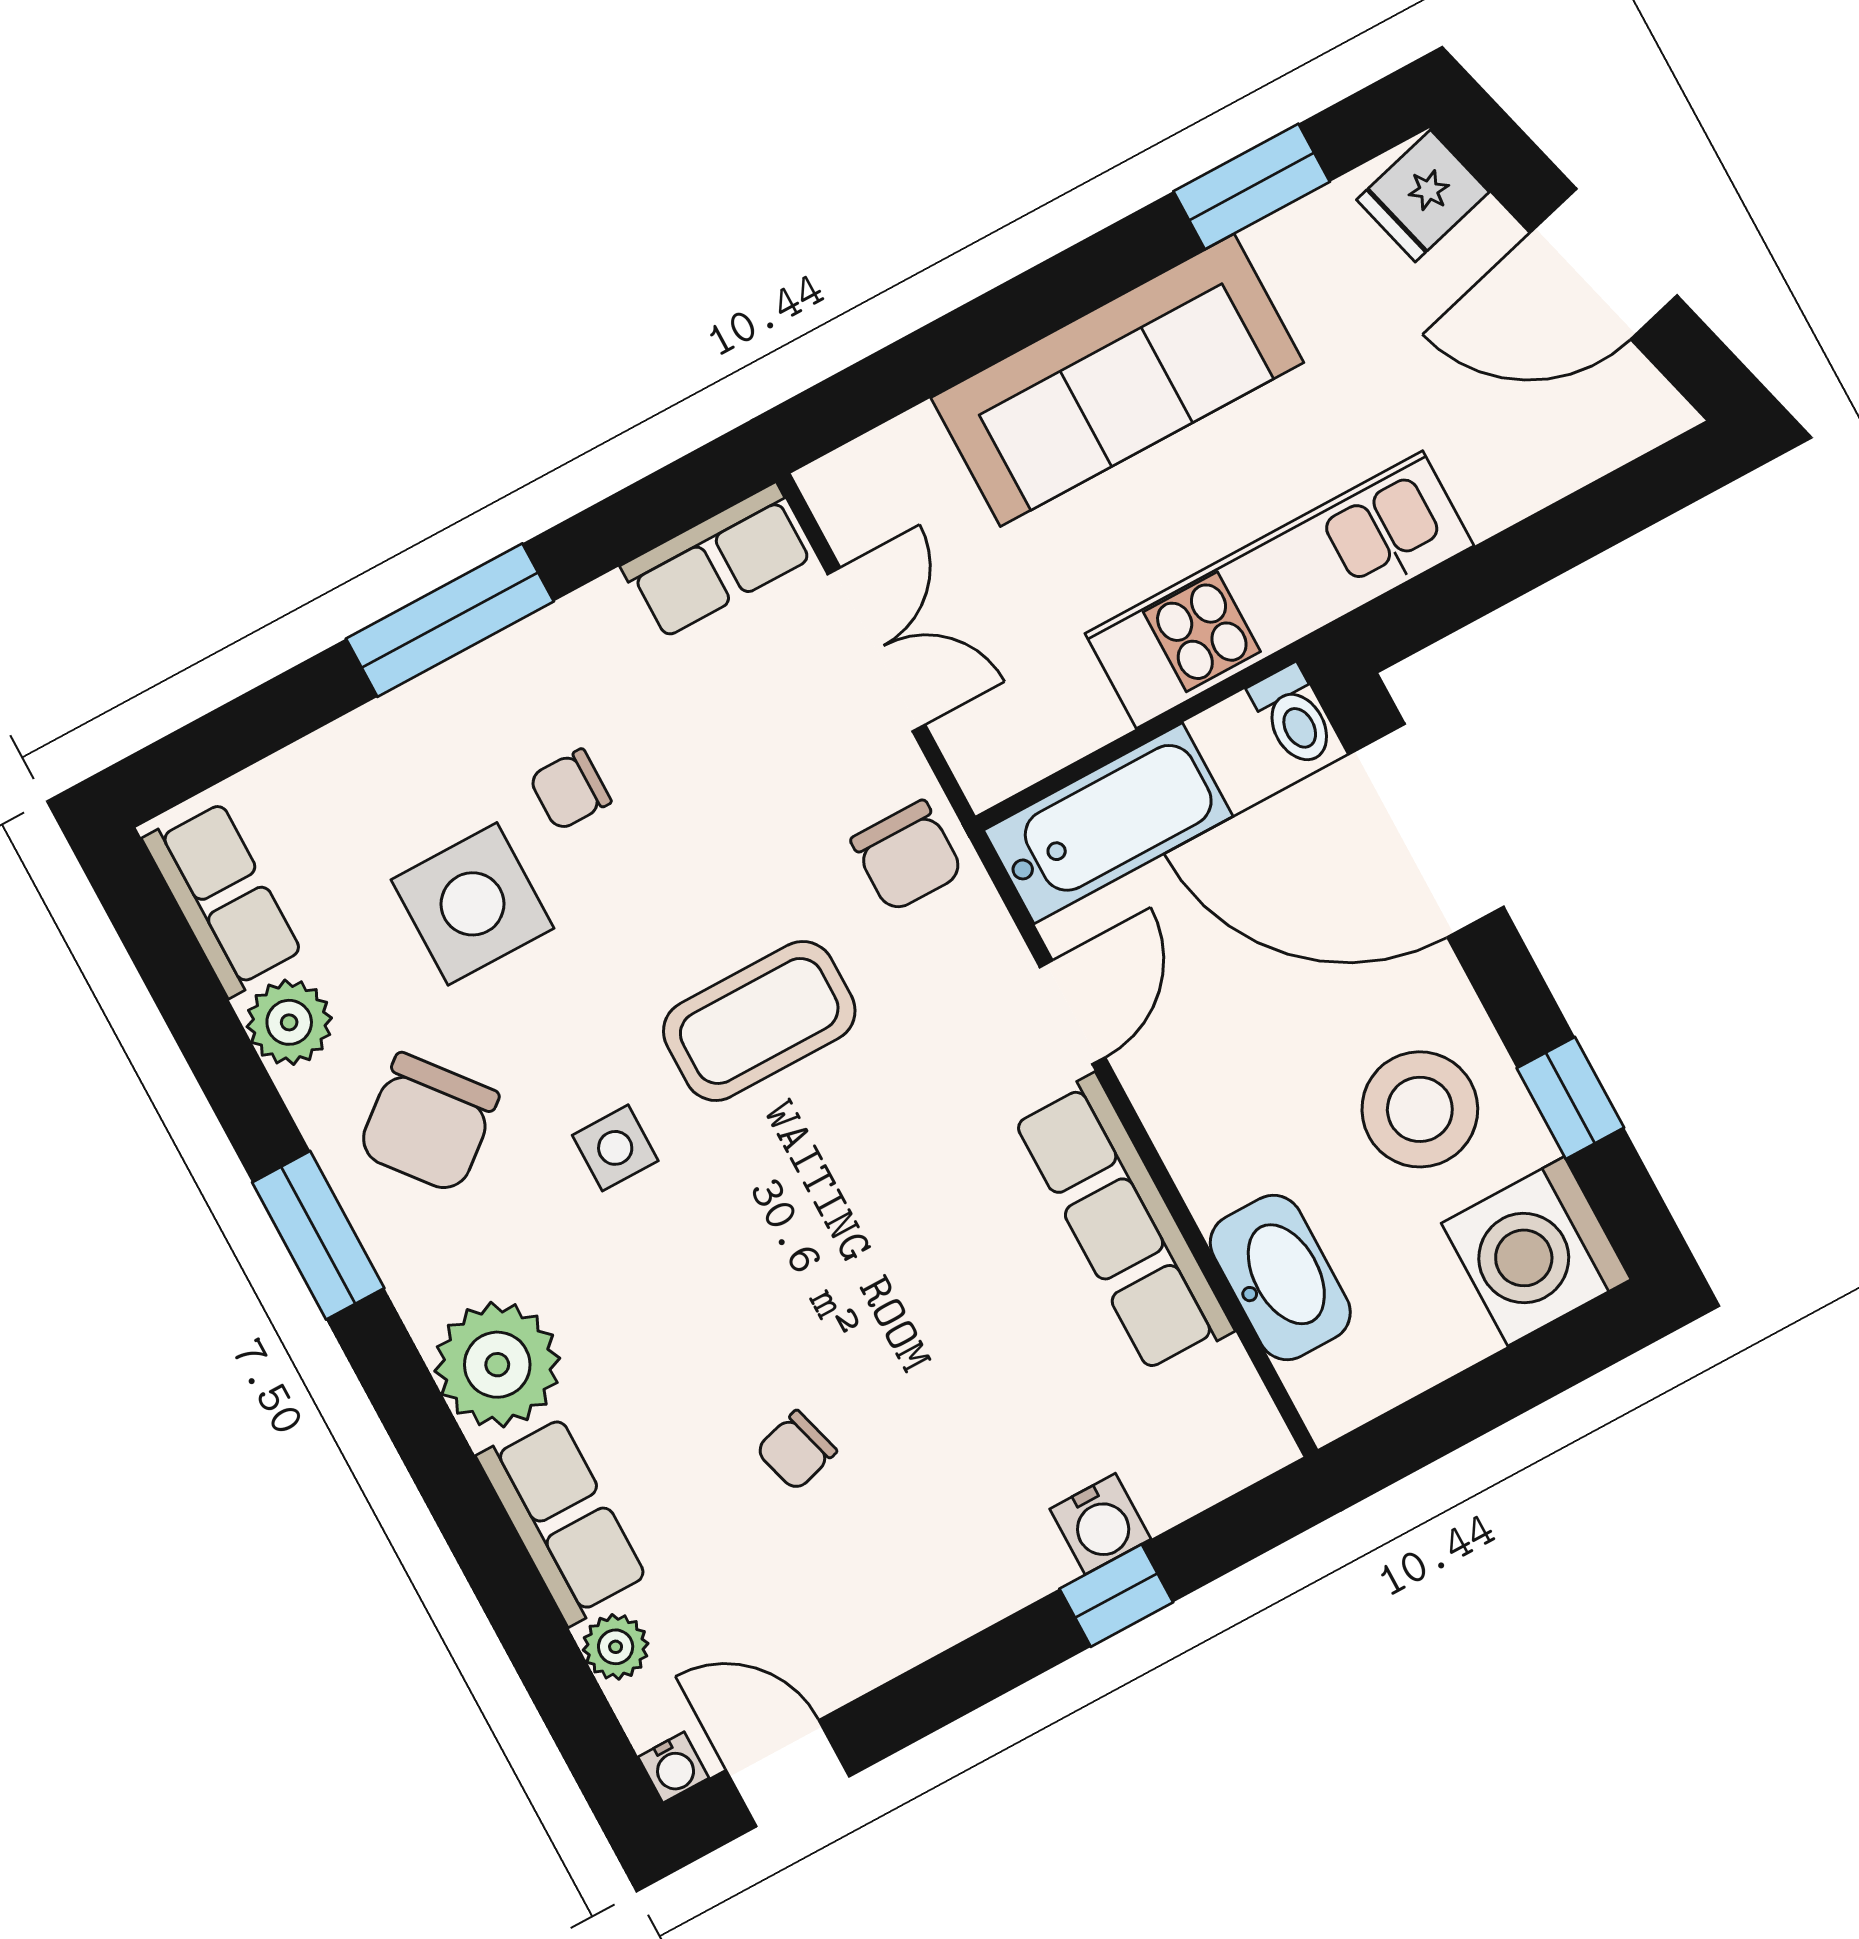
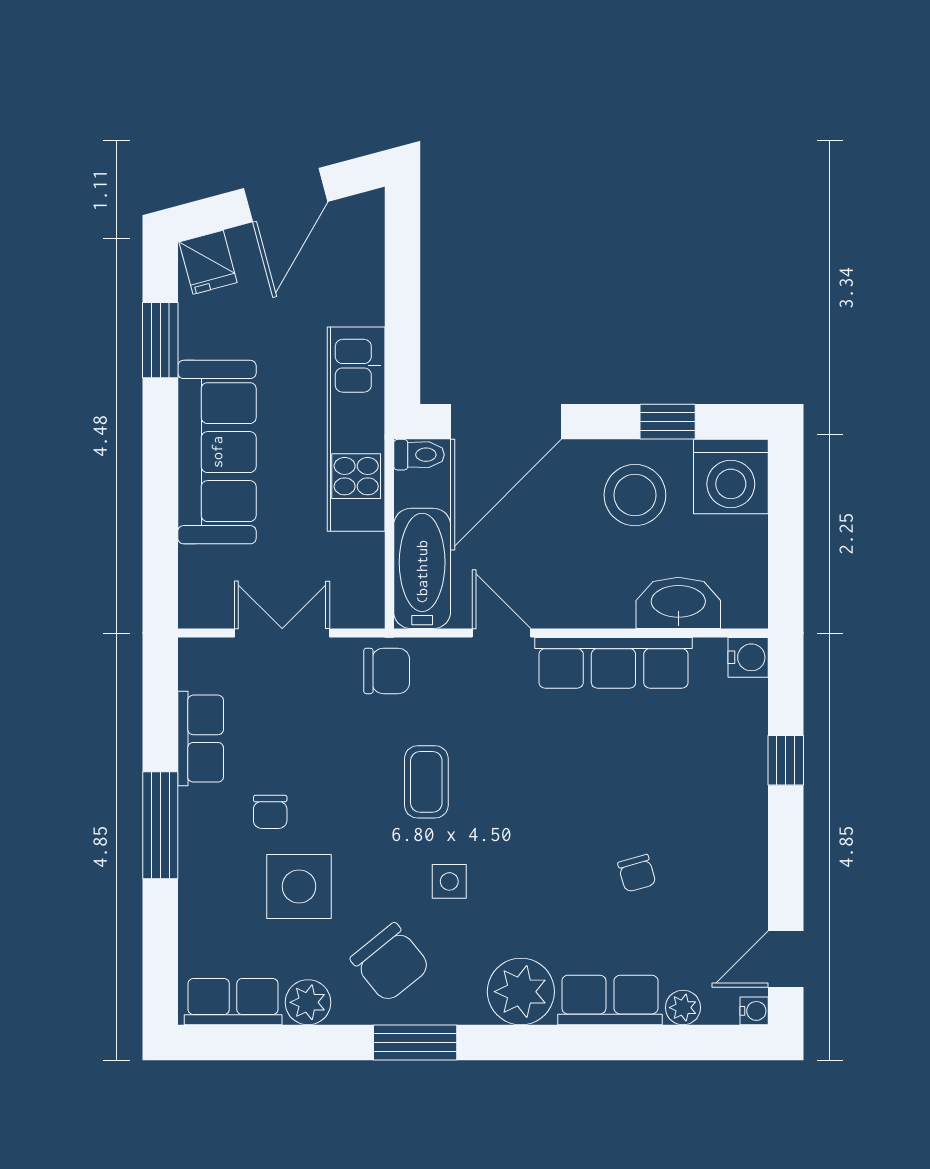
row of seats: (718, 561) -> (201, 739), moved
coffee table: (759, 1021) -> (426, 782), width x0.73, depth x0.77
water cooler: (1100, 1524) -> (748, 657), moved

